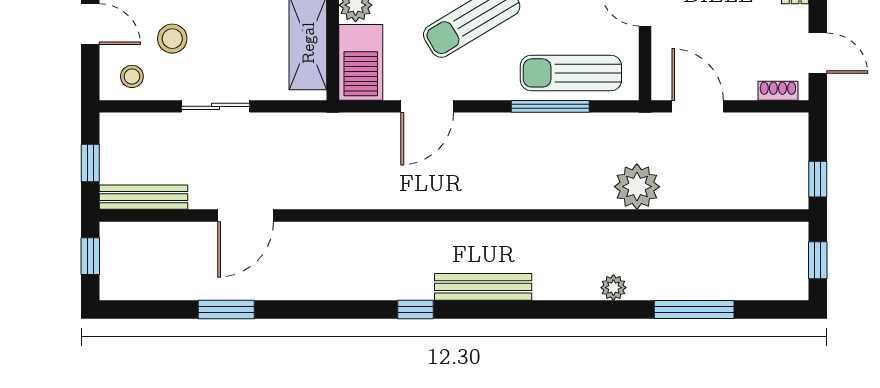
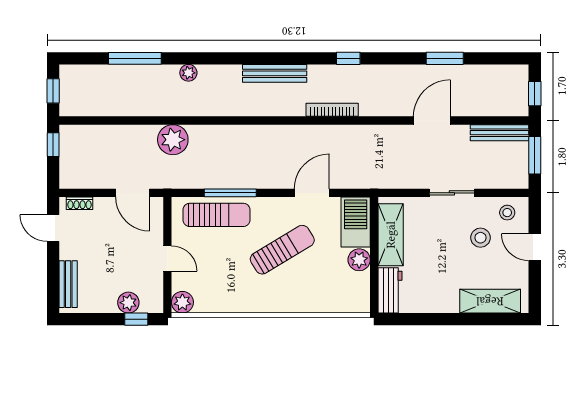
window: (90, 163) -> (535, 155), width x1.50
bookcase: (396, 232) -> (332, 110), added
window: (415, 309) -> (348, 58), moved

